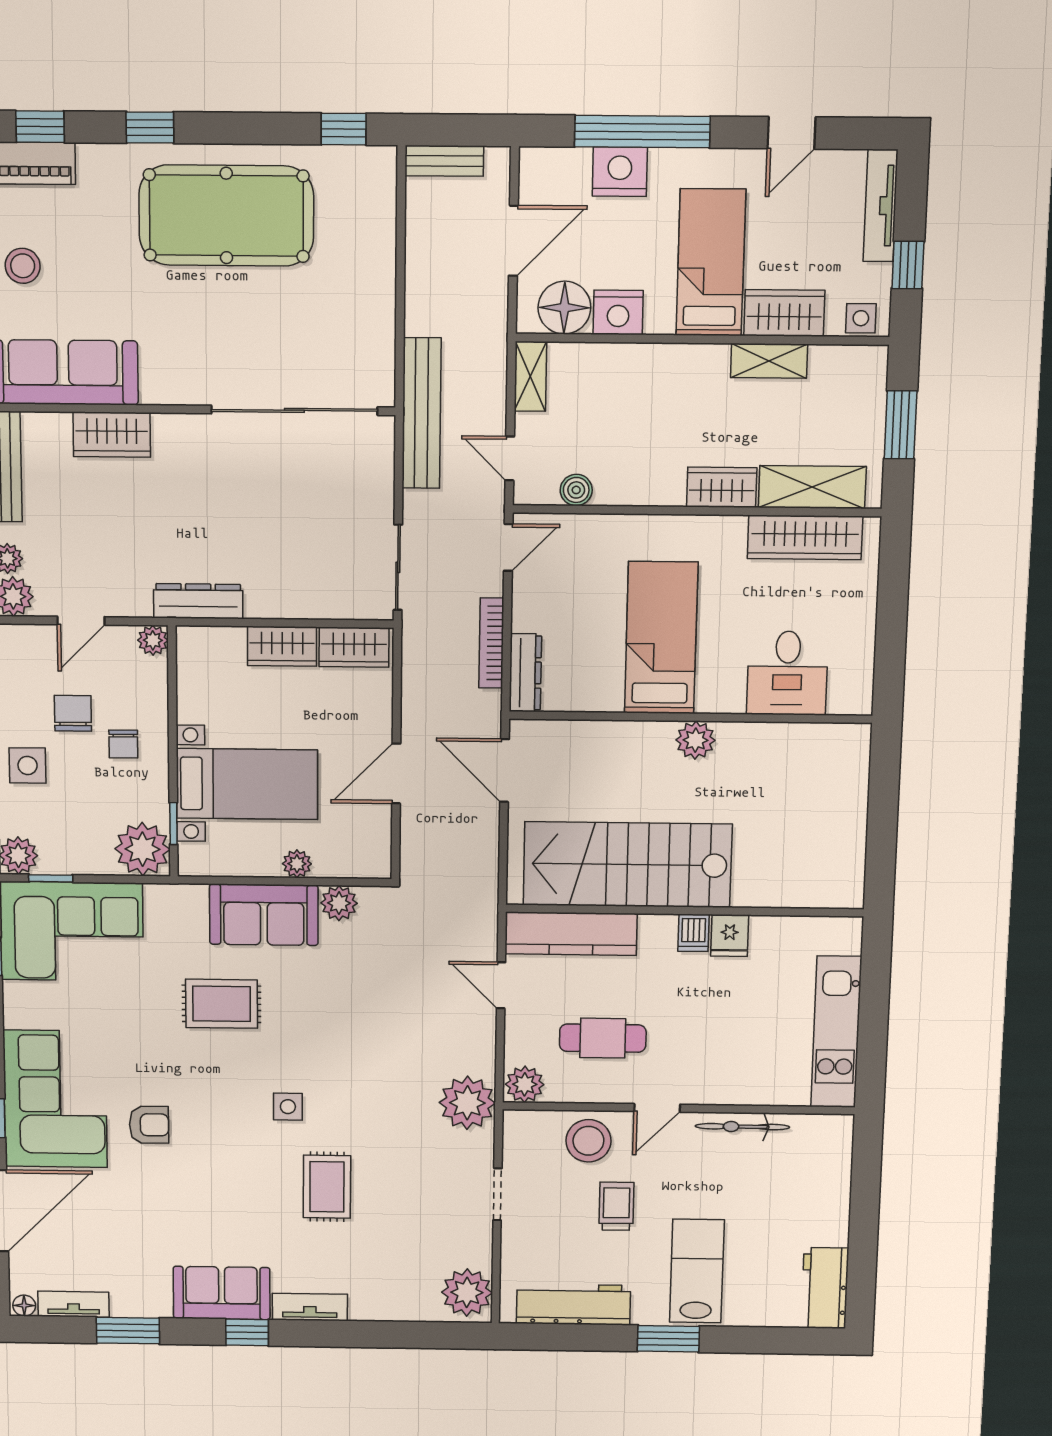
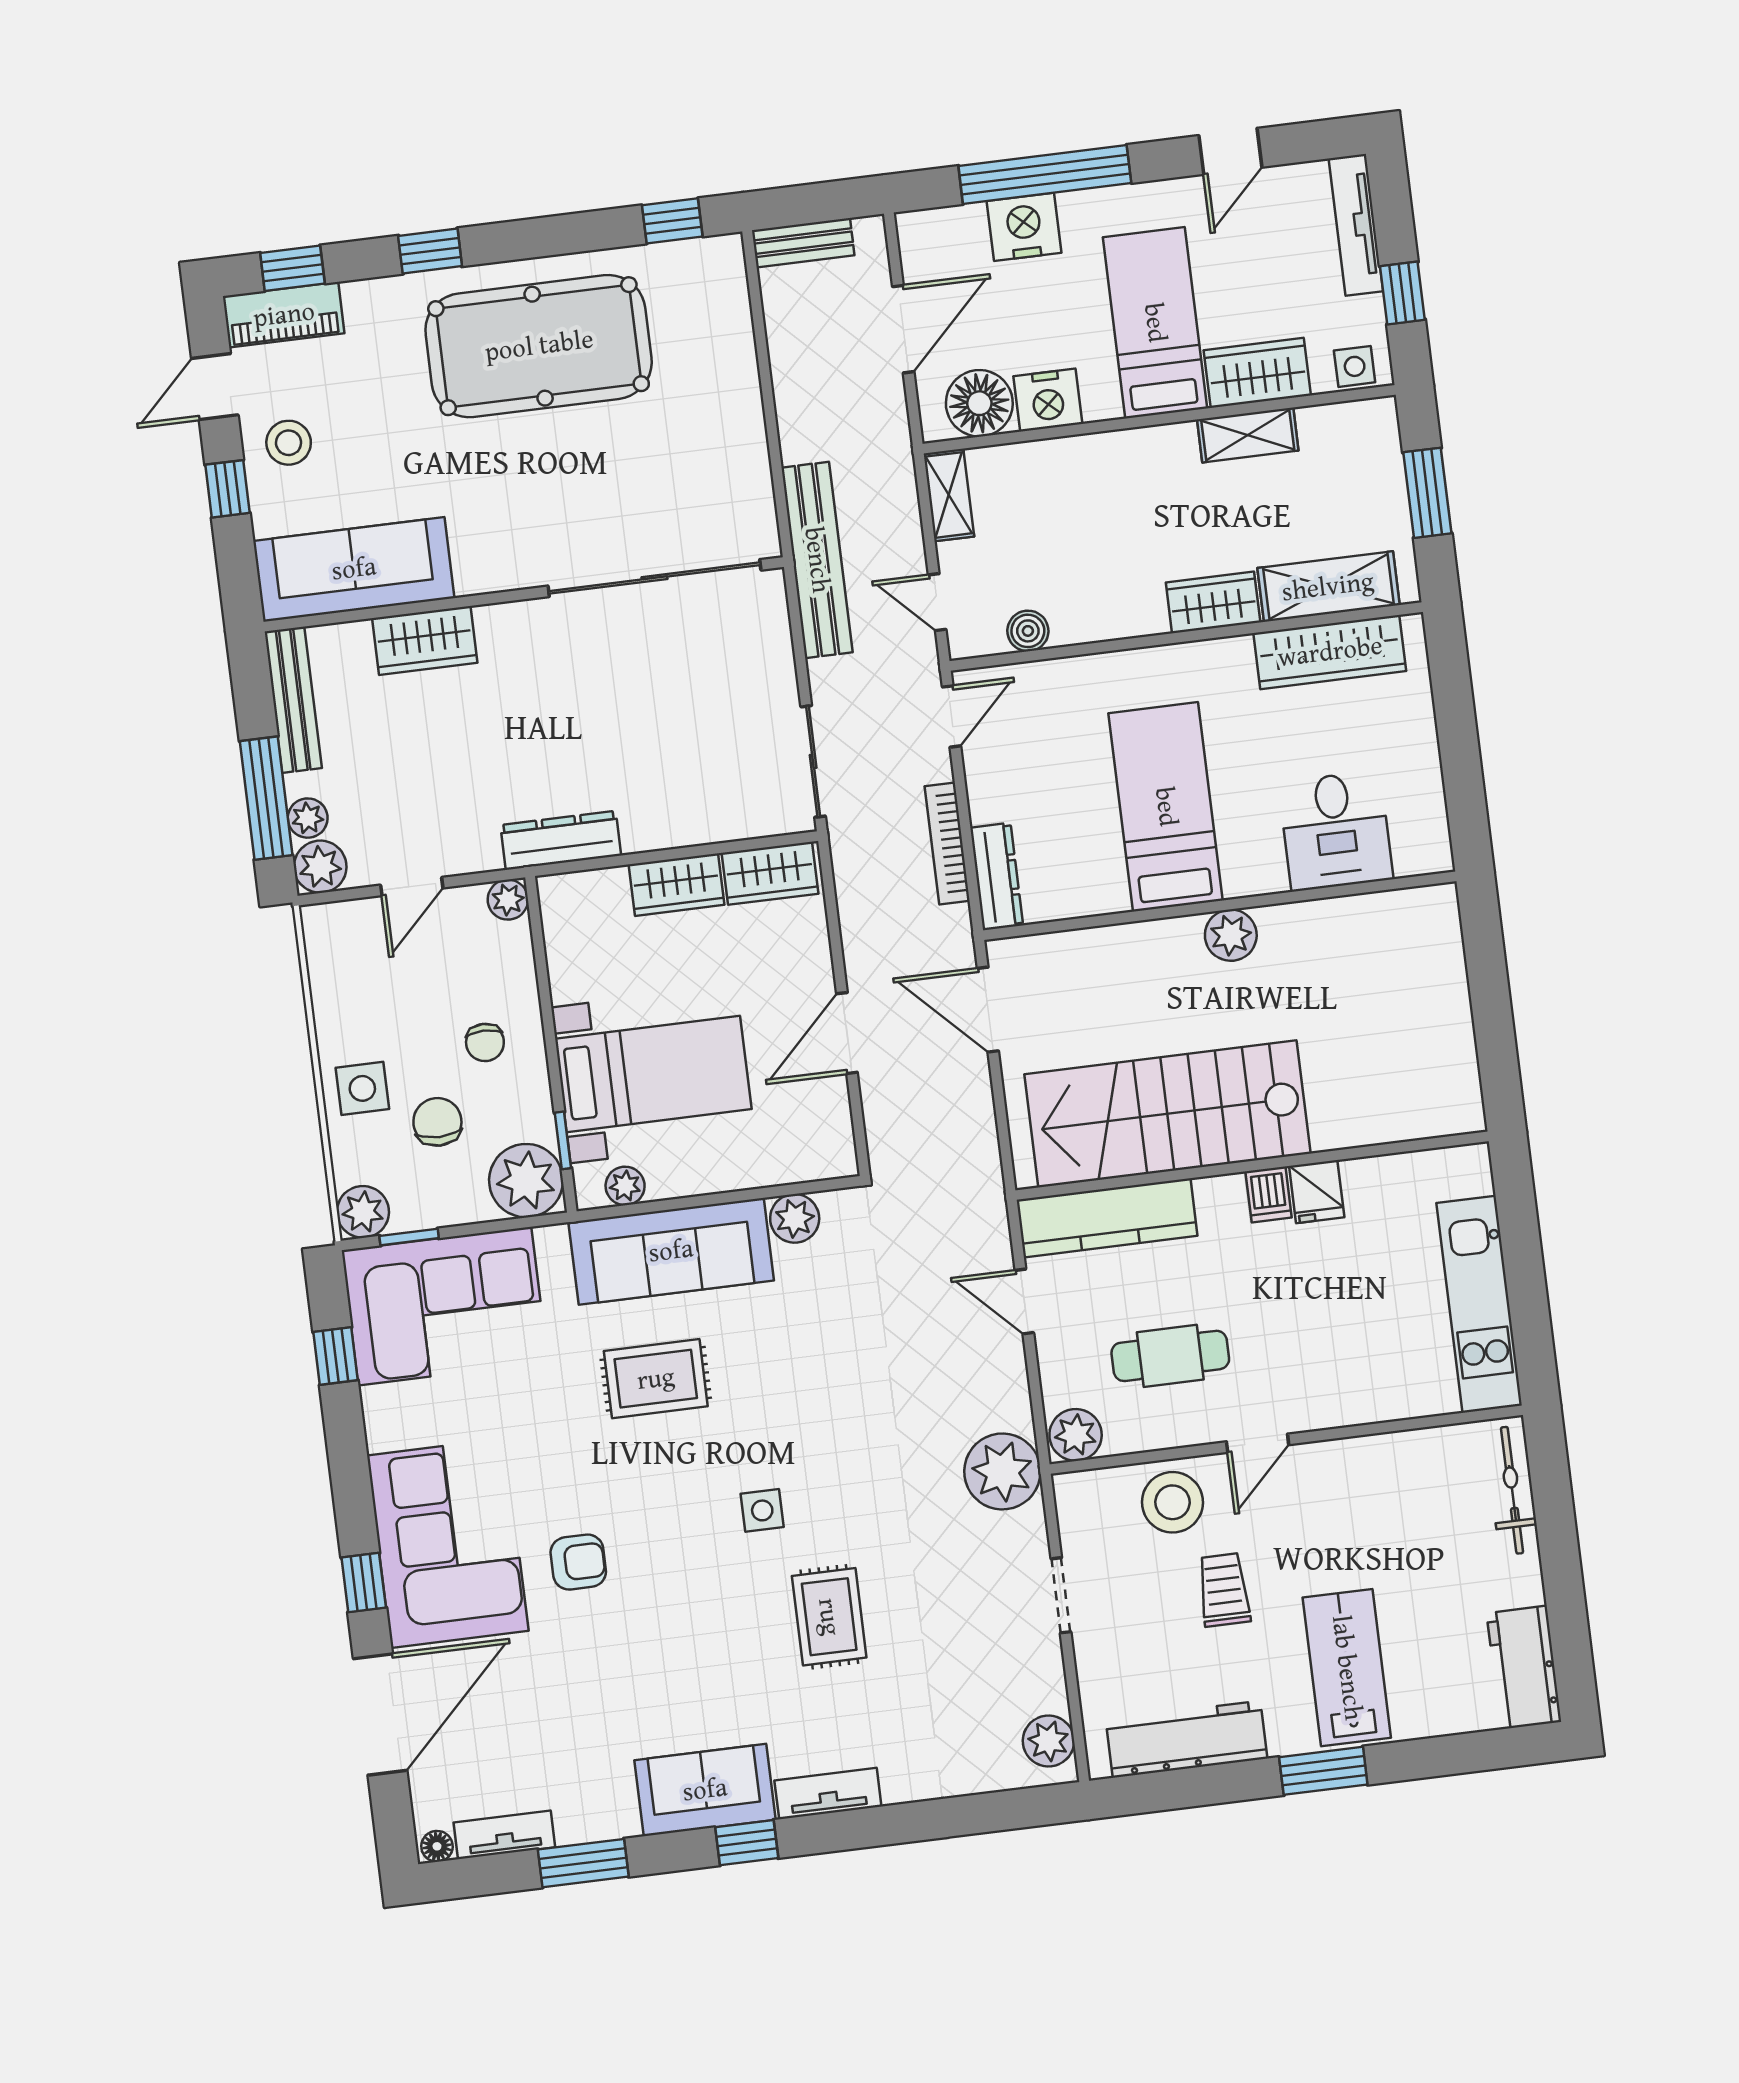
chair: (73, 713) -> (437, 1122), moved
plant: (297, 864) -> (625, 1186), moved
sofa: (264, 915) -> (671, 1251), width x1.36
bicycle: (742, 1127) -> (1512, 1490), moved, turned 90
plant: (467, 1292) -> (1048, 1741), width x0.73, depth x0.73

